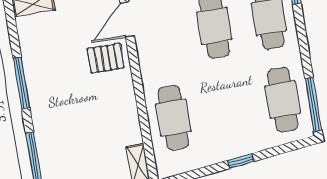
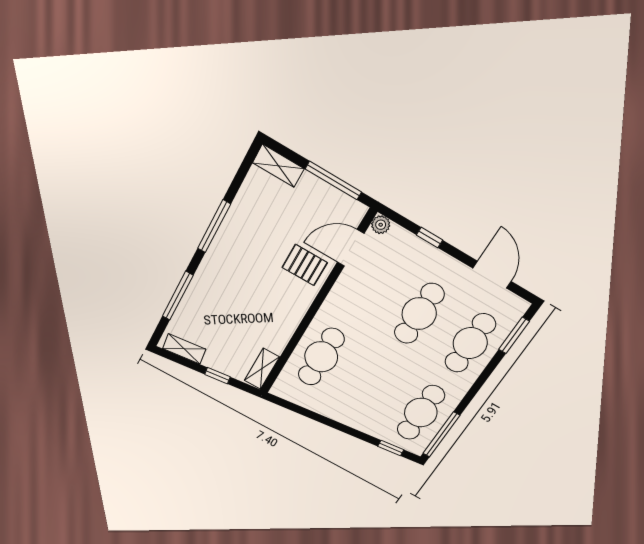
window: (241, 161) -> (391, 448), moved

